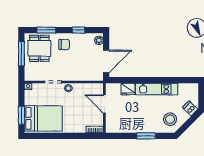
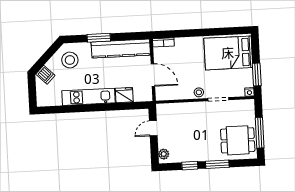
window: (46, 30) -> (217, 164), moved
chair: (64, 44) -> (207, 147), removed
dining table: (39, 48) -> (238, 140), turned 90
door: (106, 61) -> (153, 128), width x0.53
window: (21, 115) -> (257, 74), moved
kitchen counter: (129, 126) -> (121, 49), added

